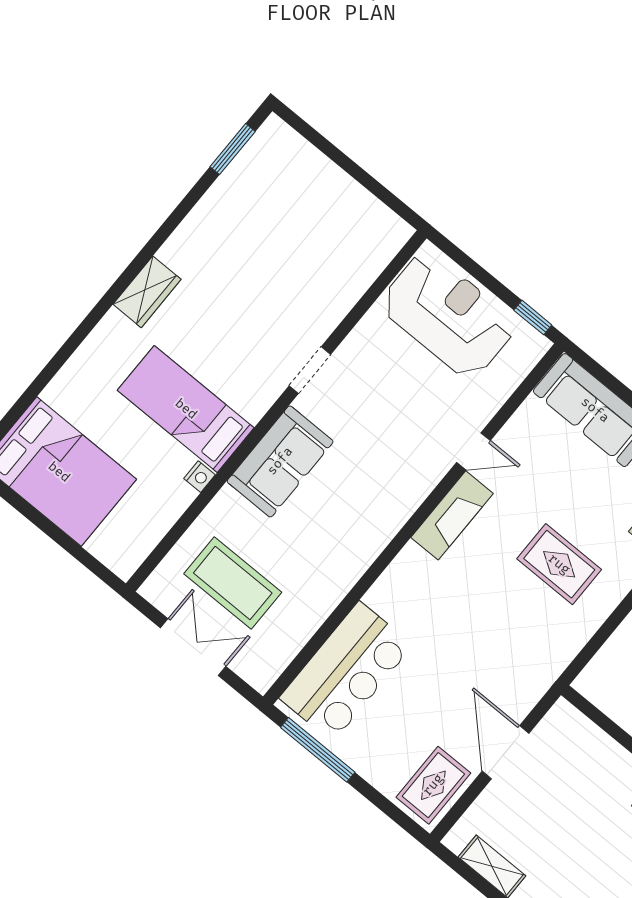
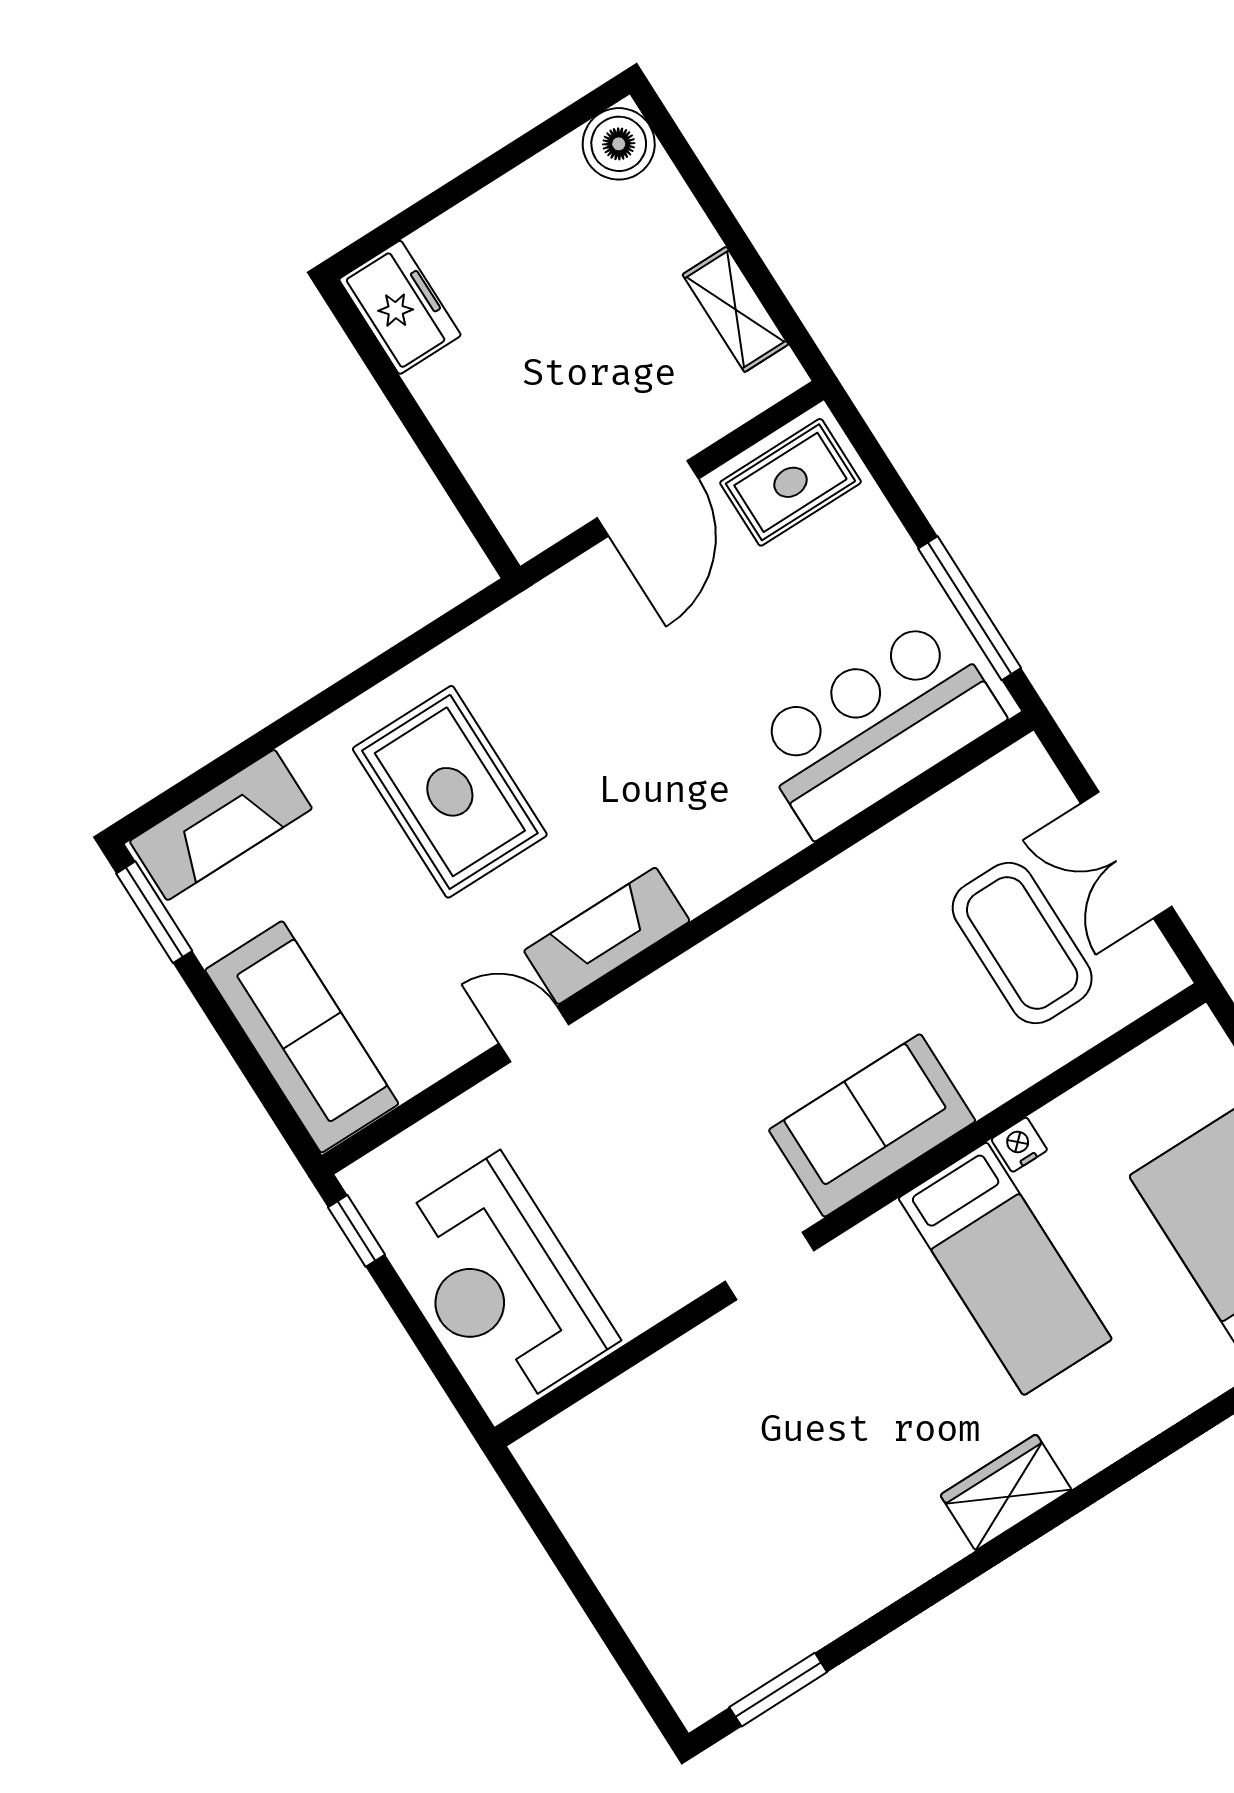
rug: (559, 564) -> (450, 792), width x1.36, depth x1.43

